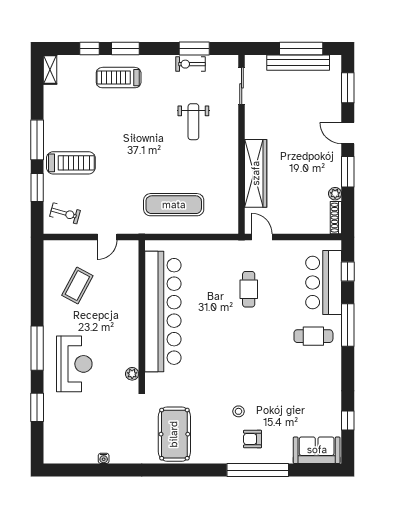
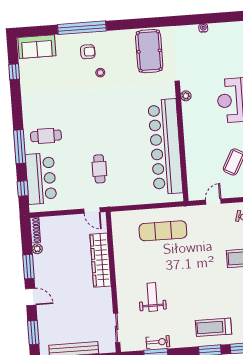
treadmill: (119, 78) -> (213, 327), turned 180

